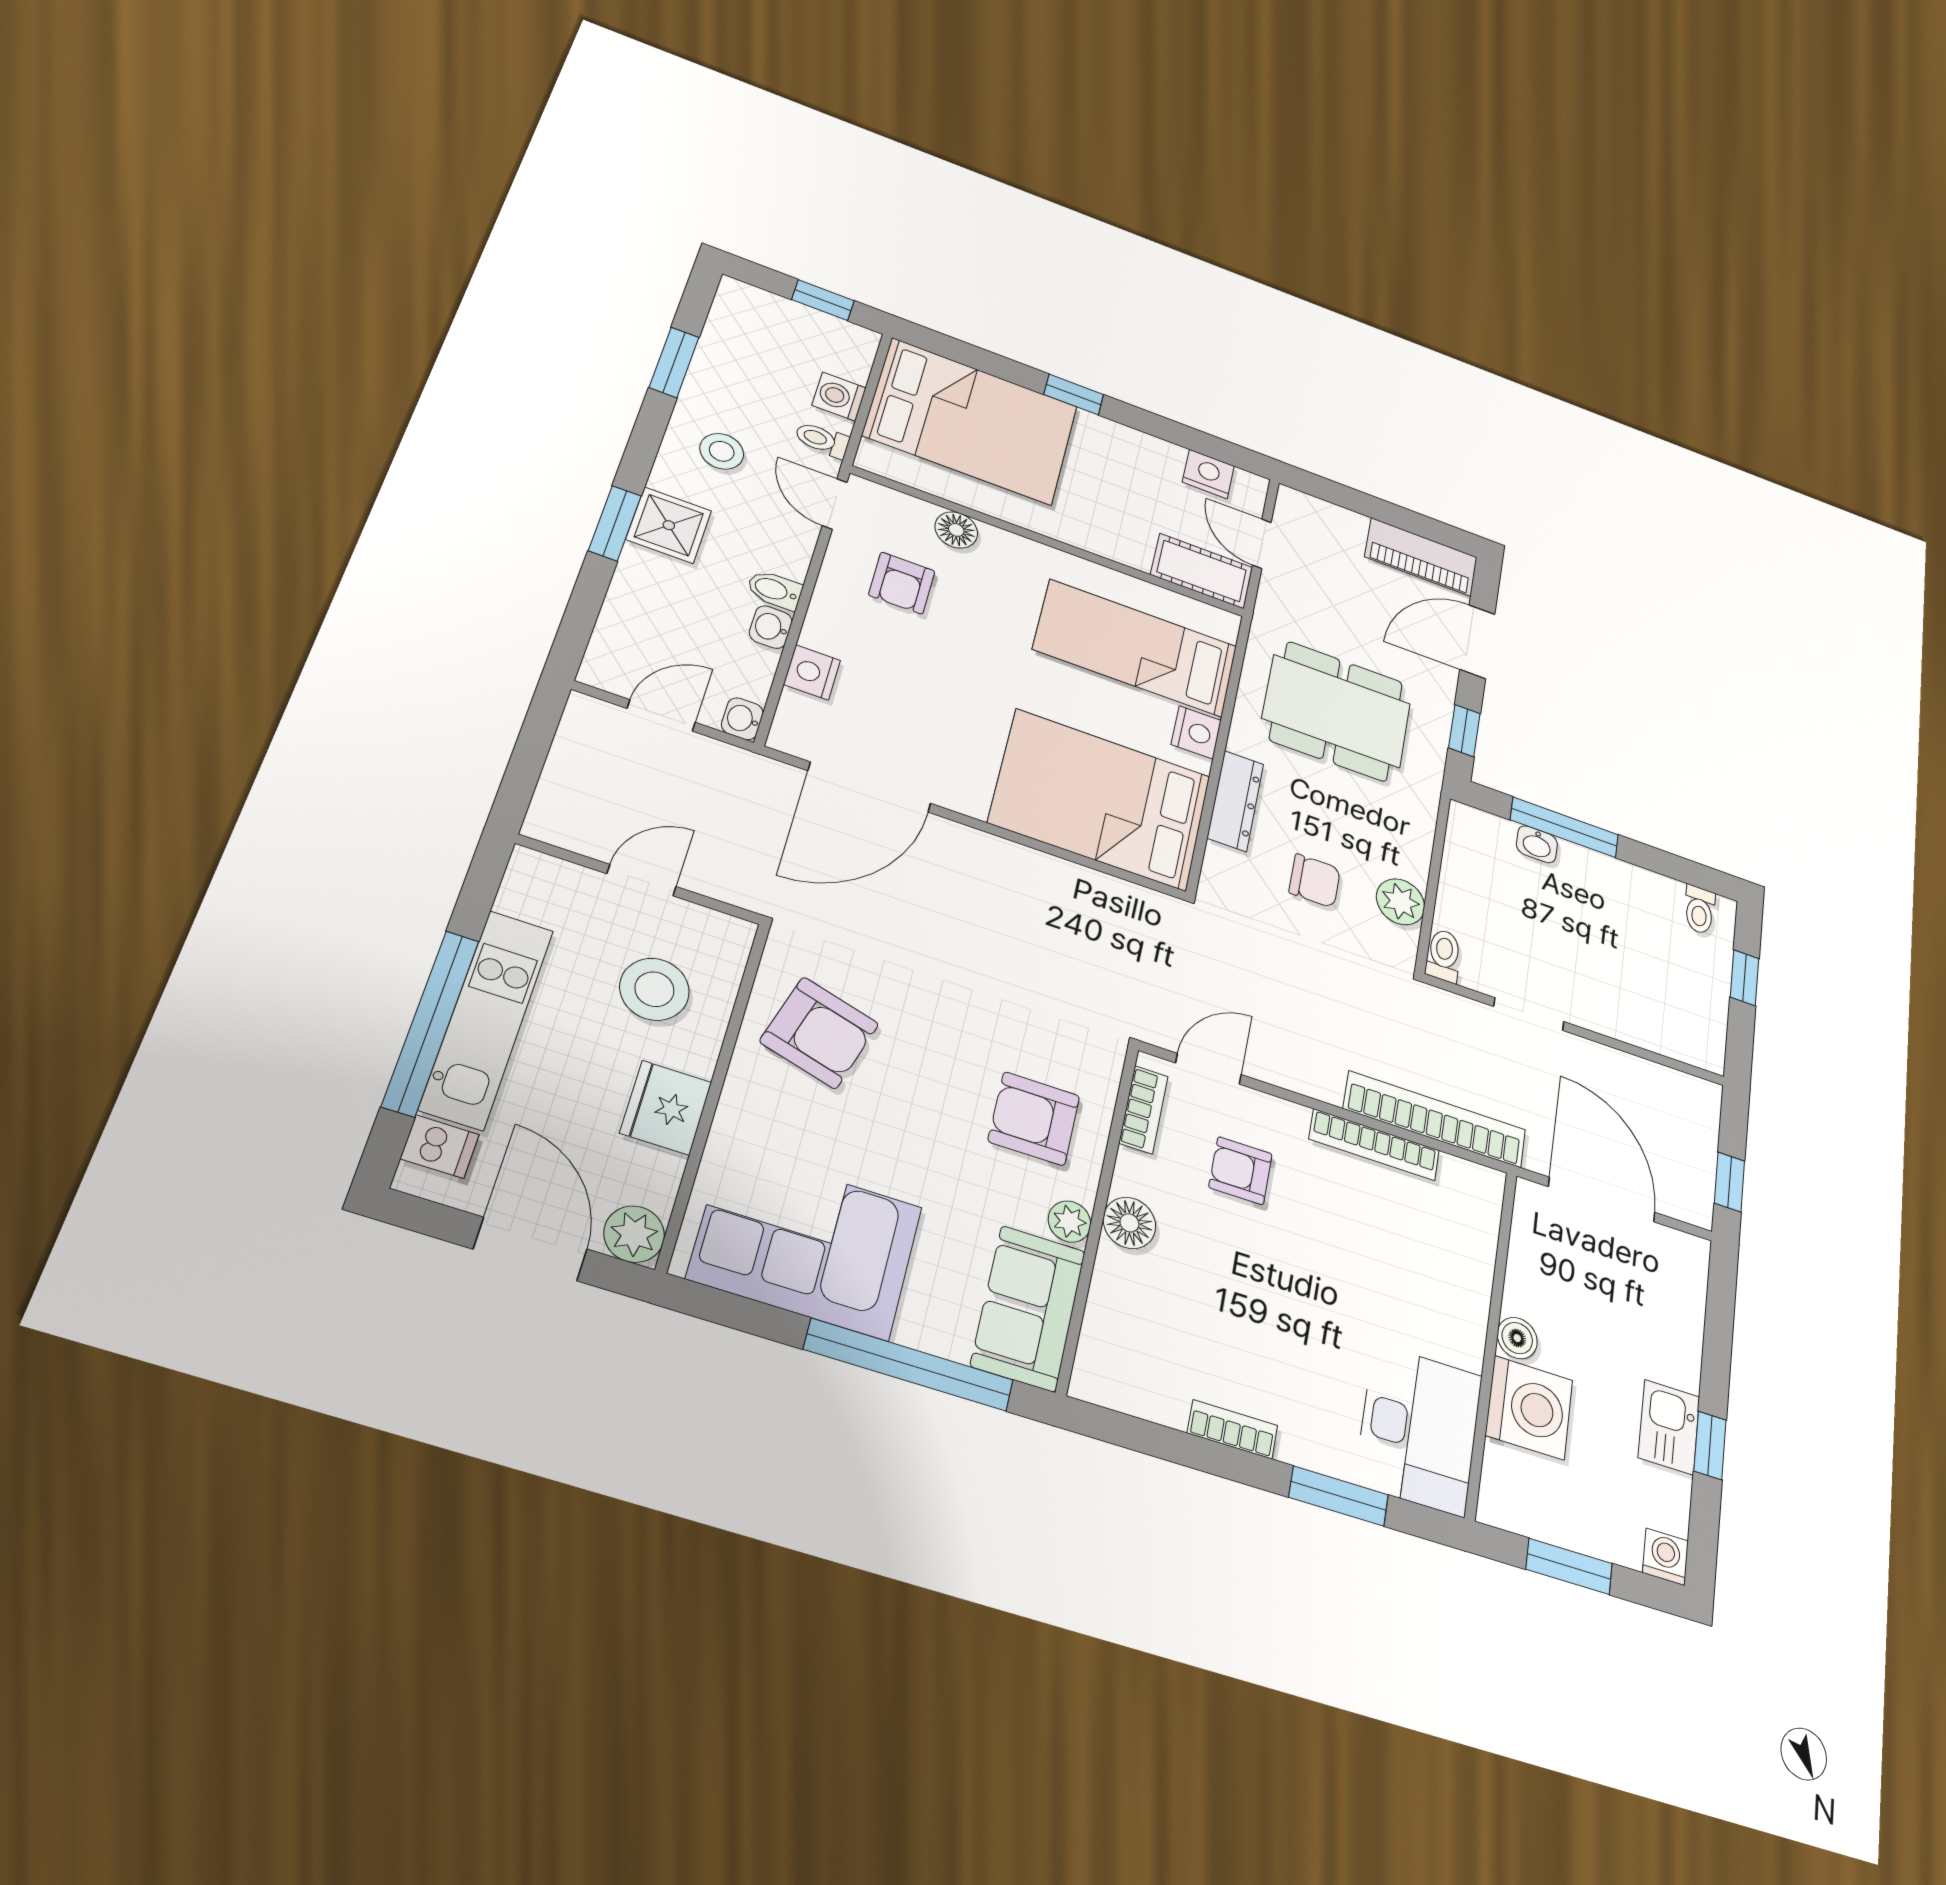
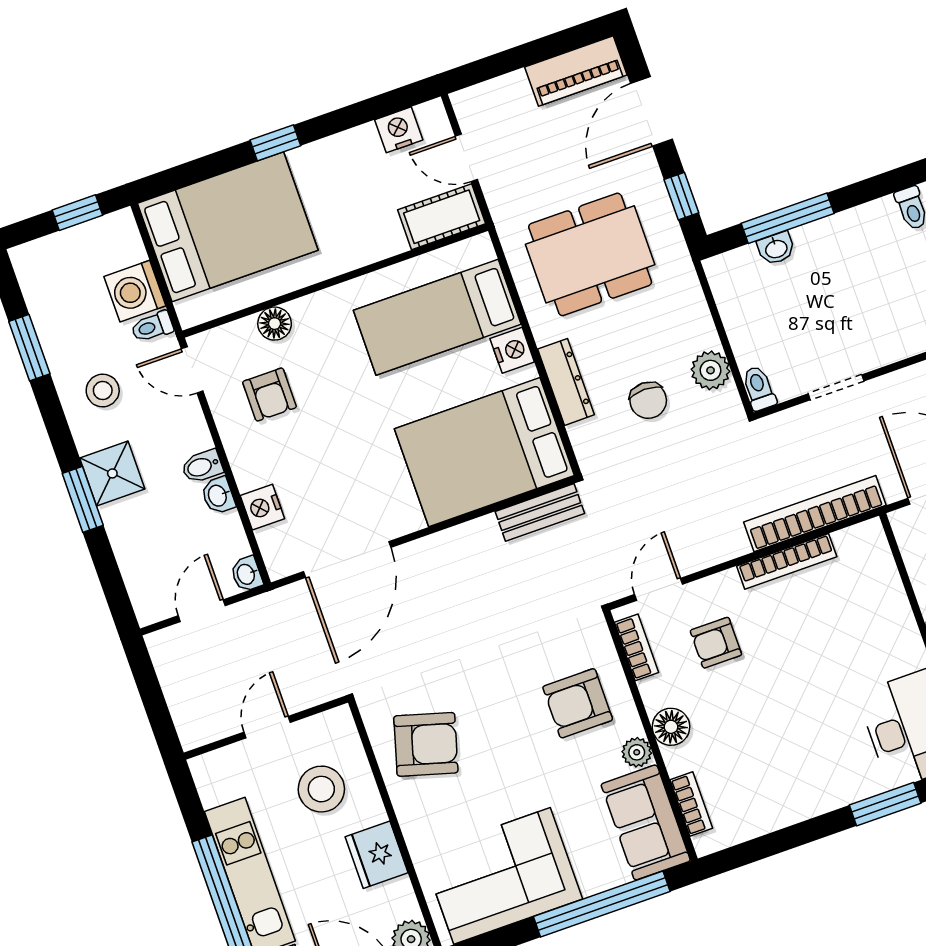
washing machine: (839, 397) -> (135, 291), width x1.38, depth x1.38
chair: (1315, 881) -> (648, 400), turned 90
bench: (1123, 898) -> (540, 512), added
bookcase: (1232, 1429) -> (691, 804), moved, turned 90

